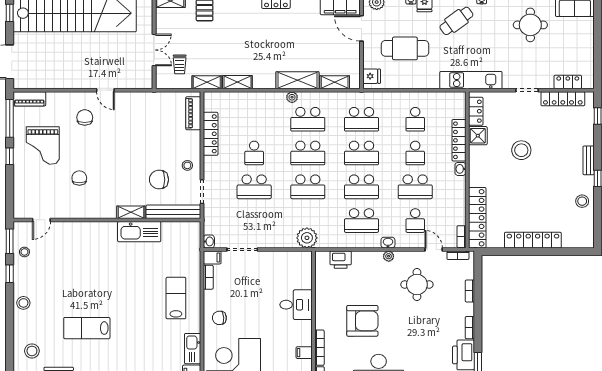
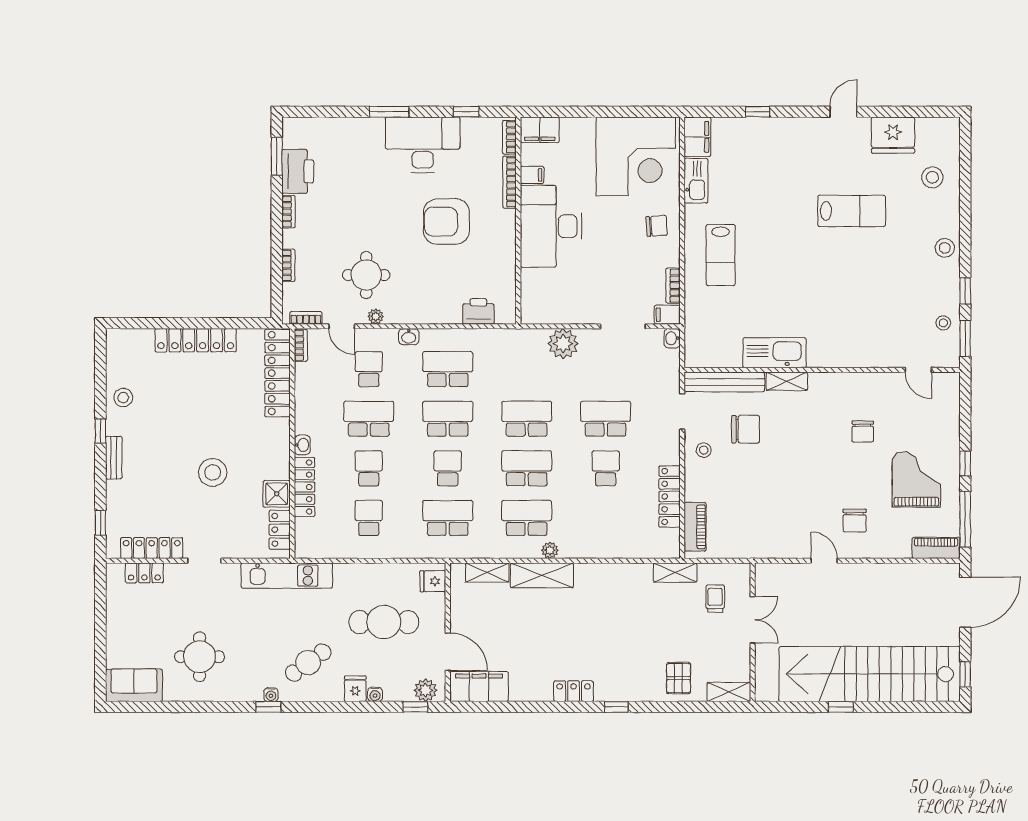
double door: (154, 50) -> (753, 620), swing flipped
shelving: (237, 82) -> (630, 573), removed
school desk: (361, 153) -> (448, 468), width x0.54
door: (41, 220) -> (918, 370), swing flipped
plant: (307, 238) -> (563, 344), moved
plant: (389, 256) -> (376, 317), moved
desk: (296, 305) -> (551, 226), width x1.87, depth x1.30

